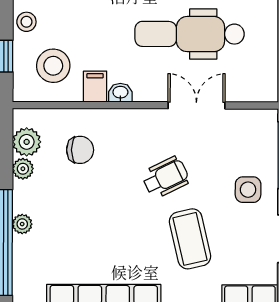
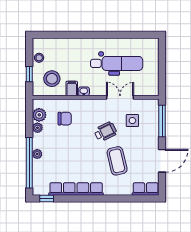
dental chair: (190, 34) -> (117, 63), turned 180
side table: (248, 190) -> (132, 121), moved

